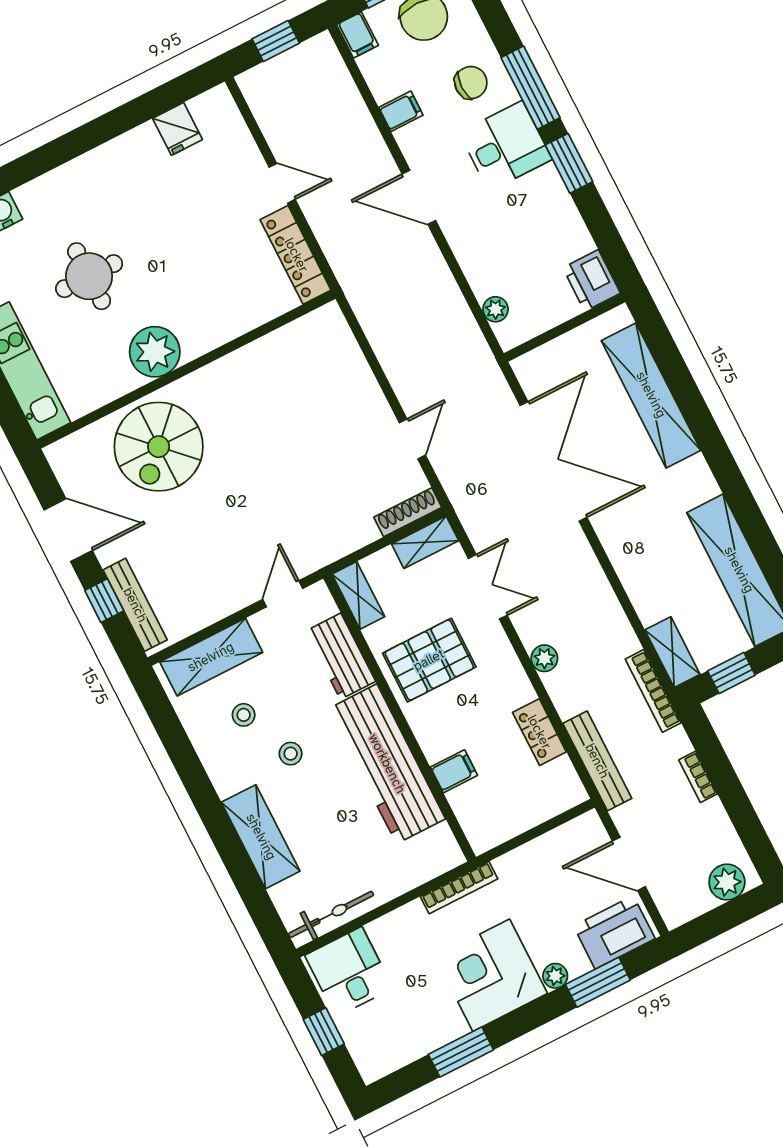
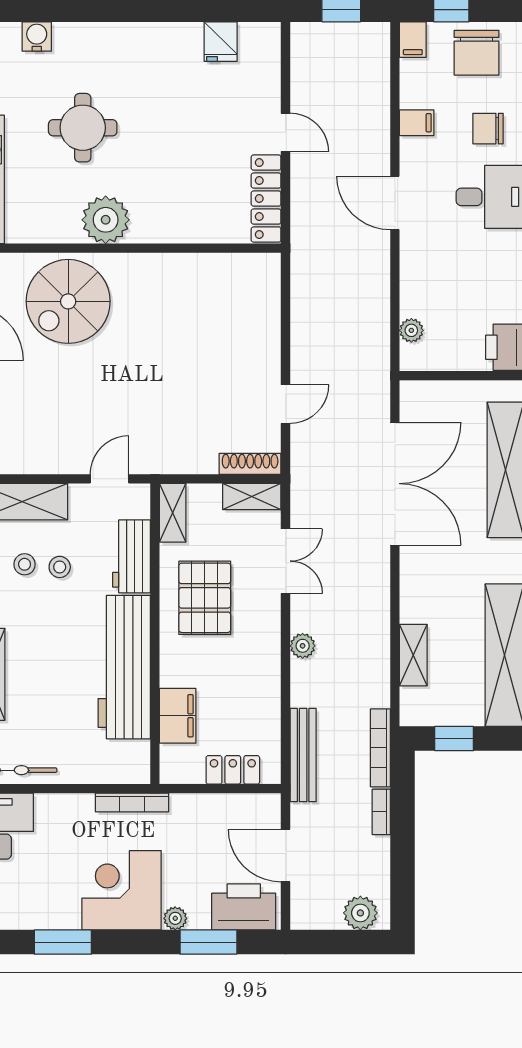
chair: (471, 83) -> (488, 129), turned 180
shelving: (672, 652) -> (413, 655), moved
pallet: (429, 660) -> (205, 598), turned 90
bookcase: (653, 691) -> (380, 748), moved
locker: (539, 732) -> (233, 770), moved, turned 90
stool: (291, 754) -> (60, 567), moved
filing cabinet: (454, 771) -> (178, 716), width x2.00

